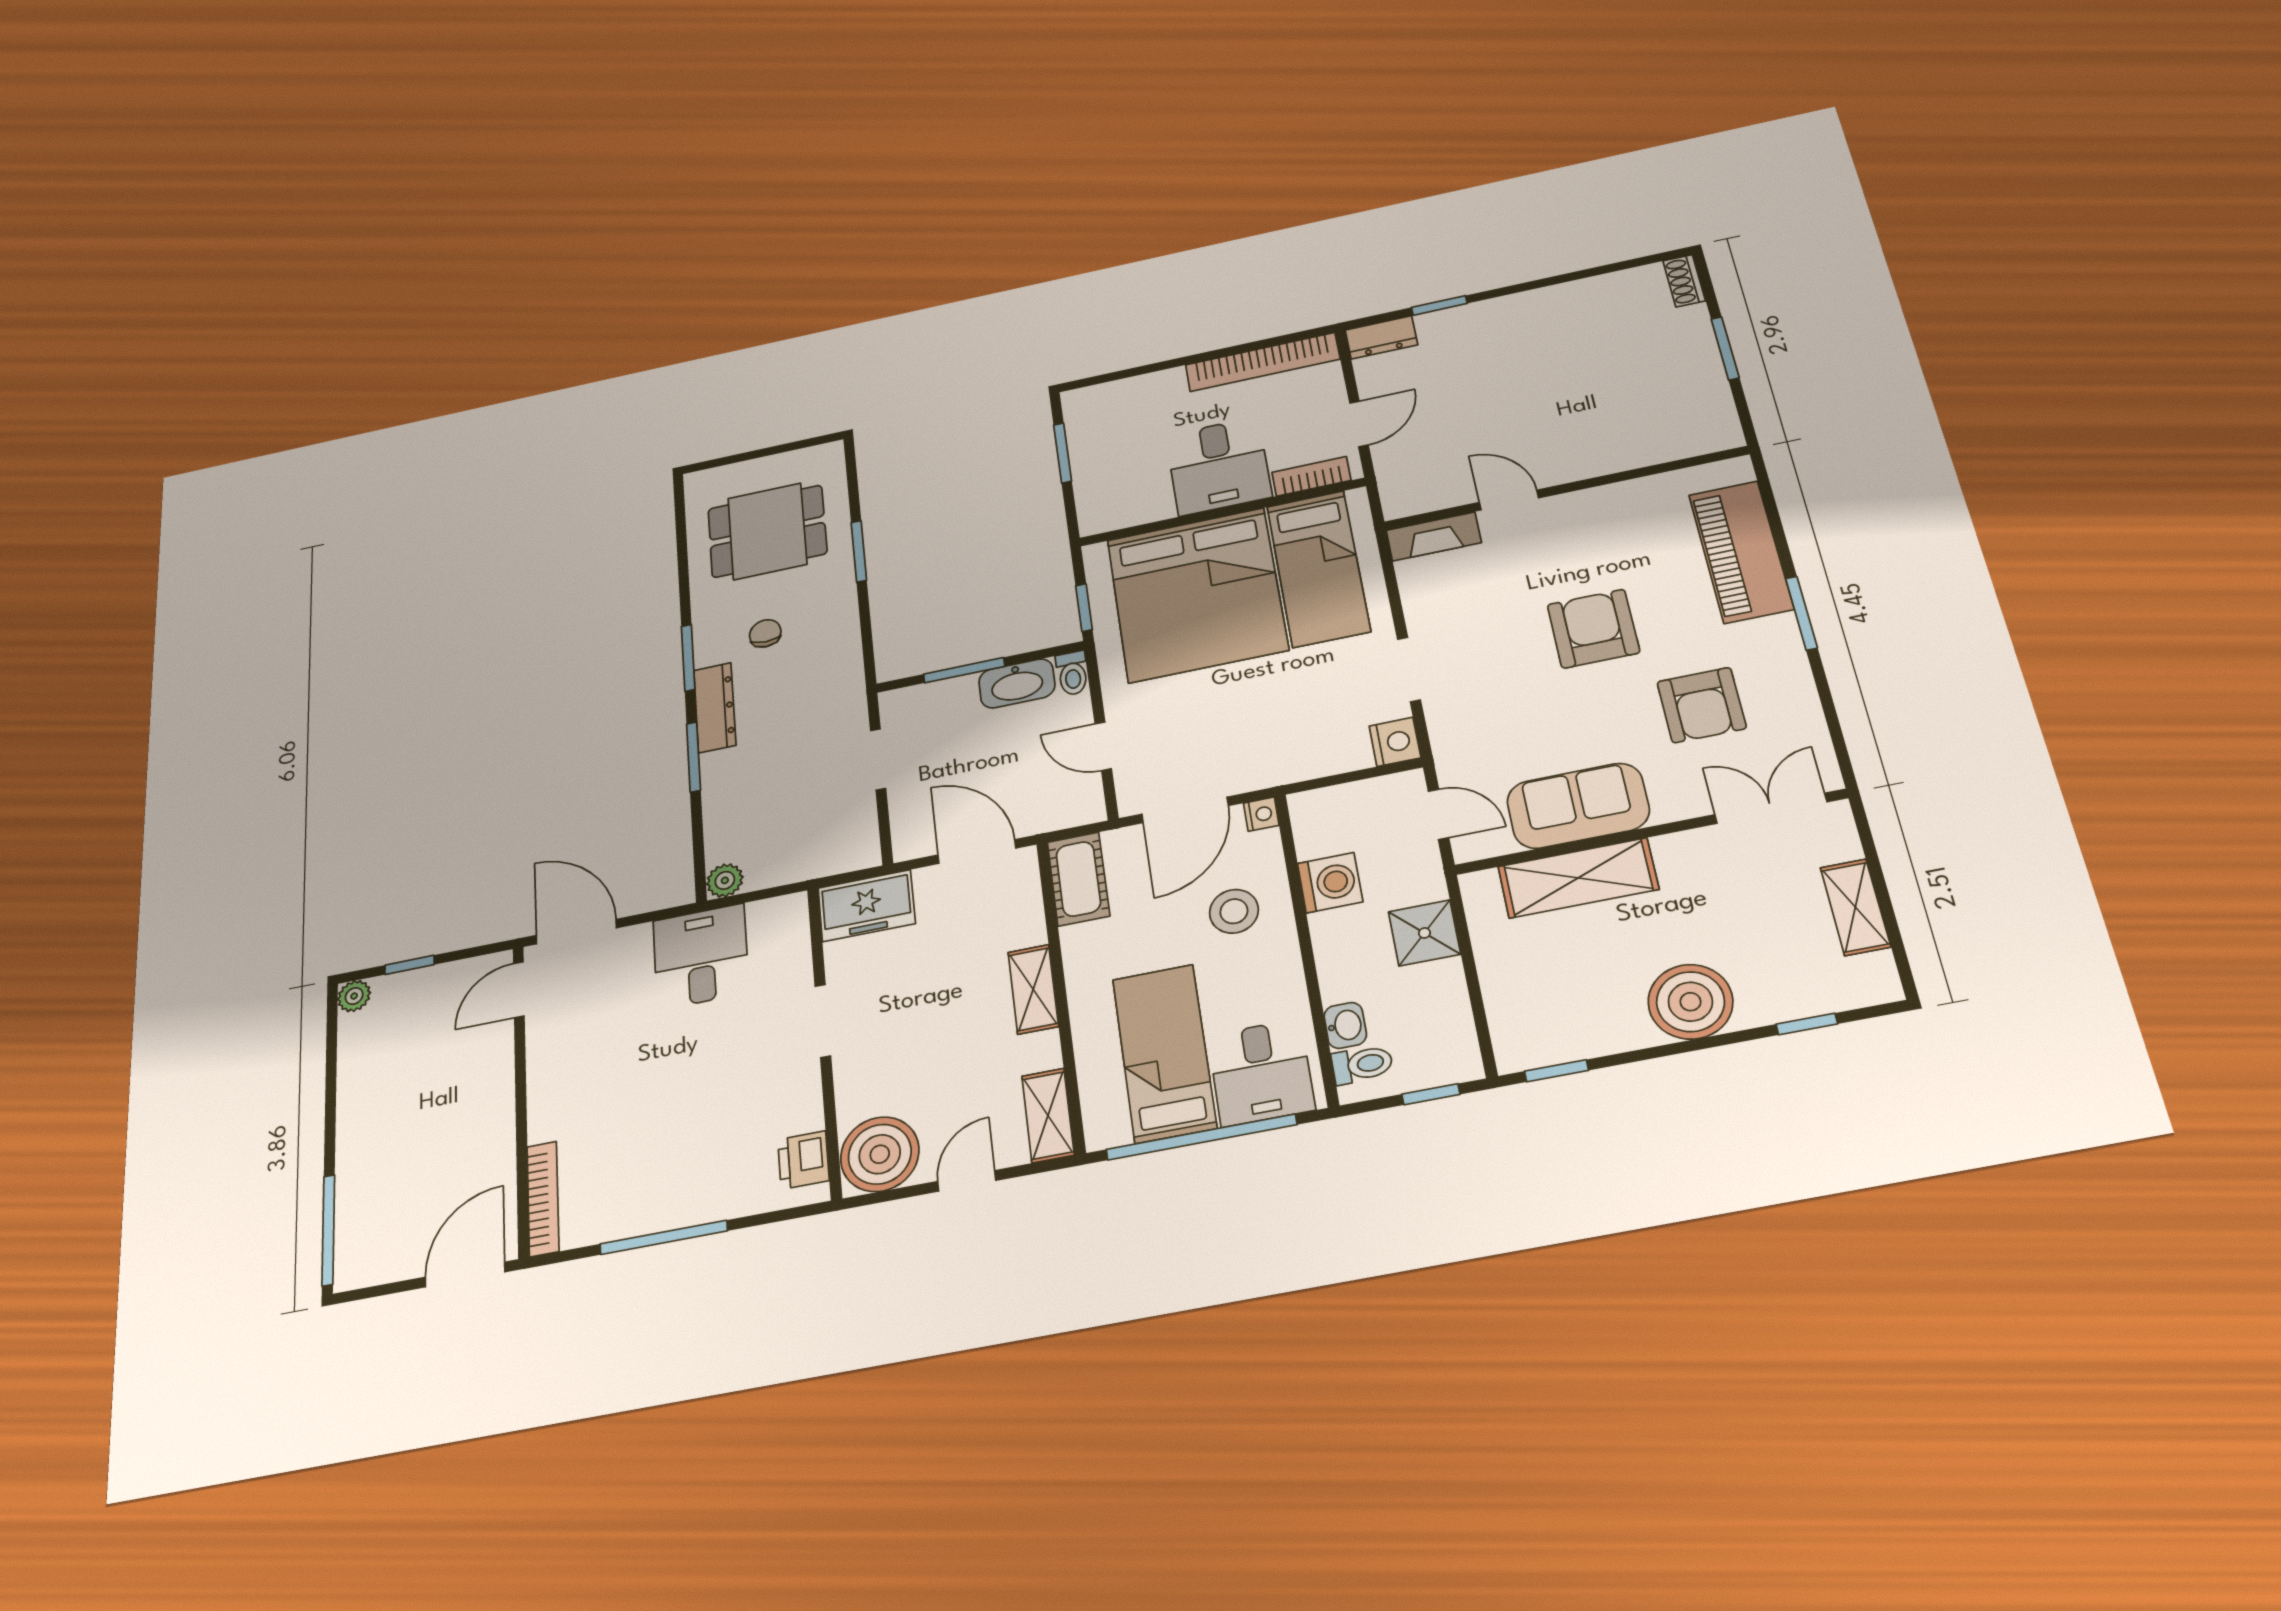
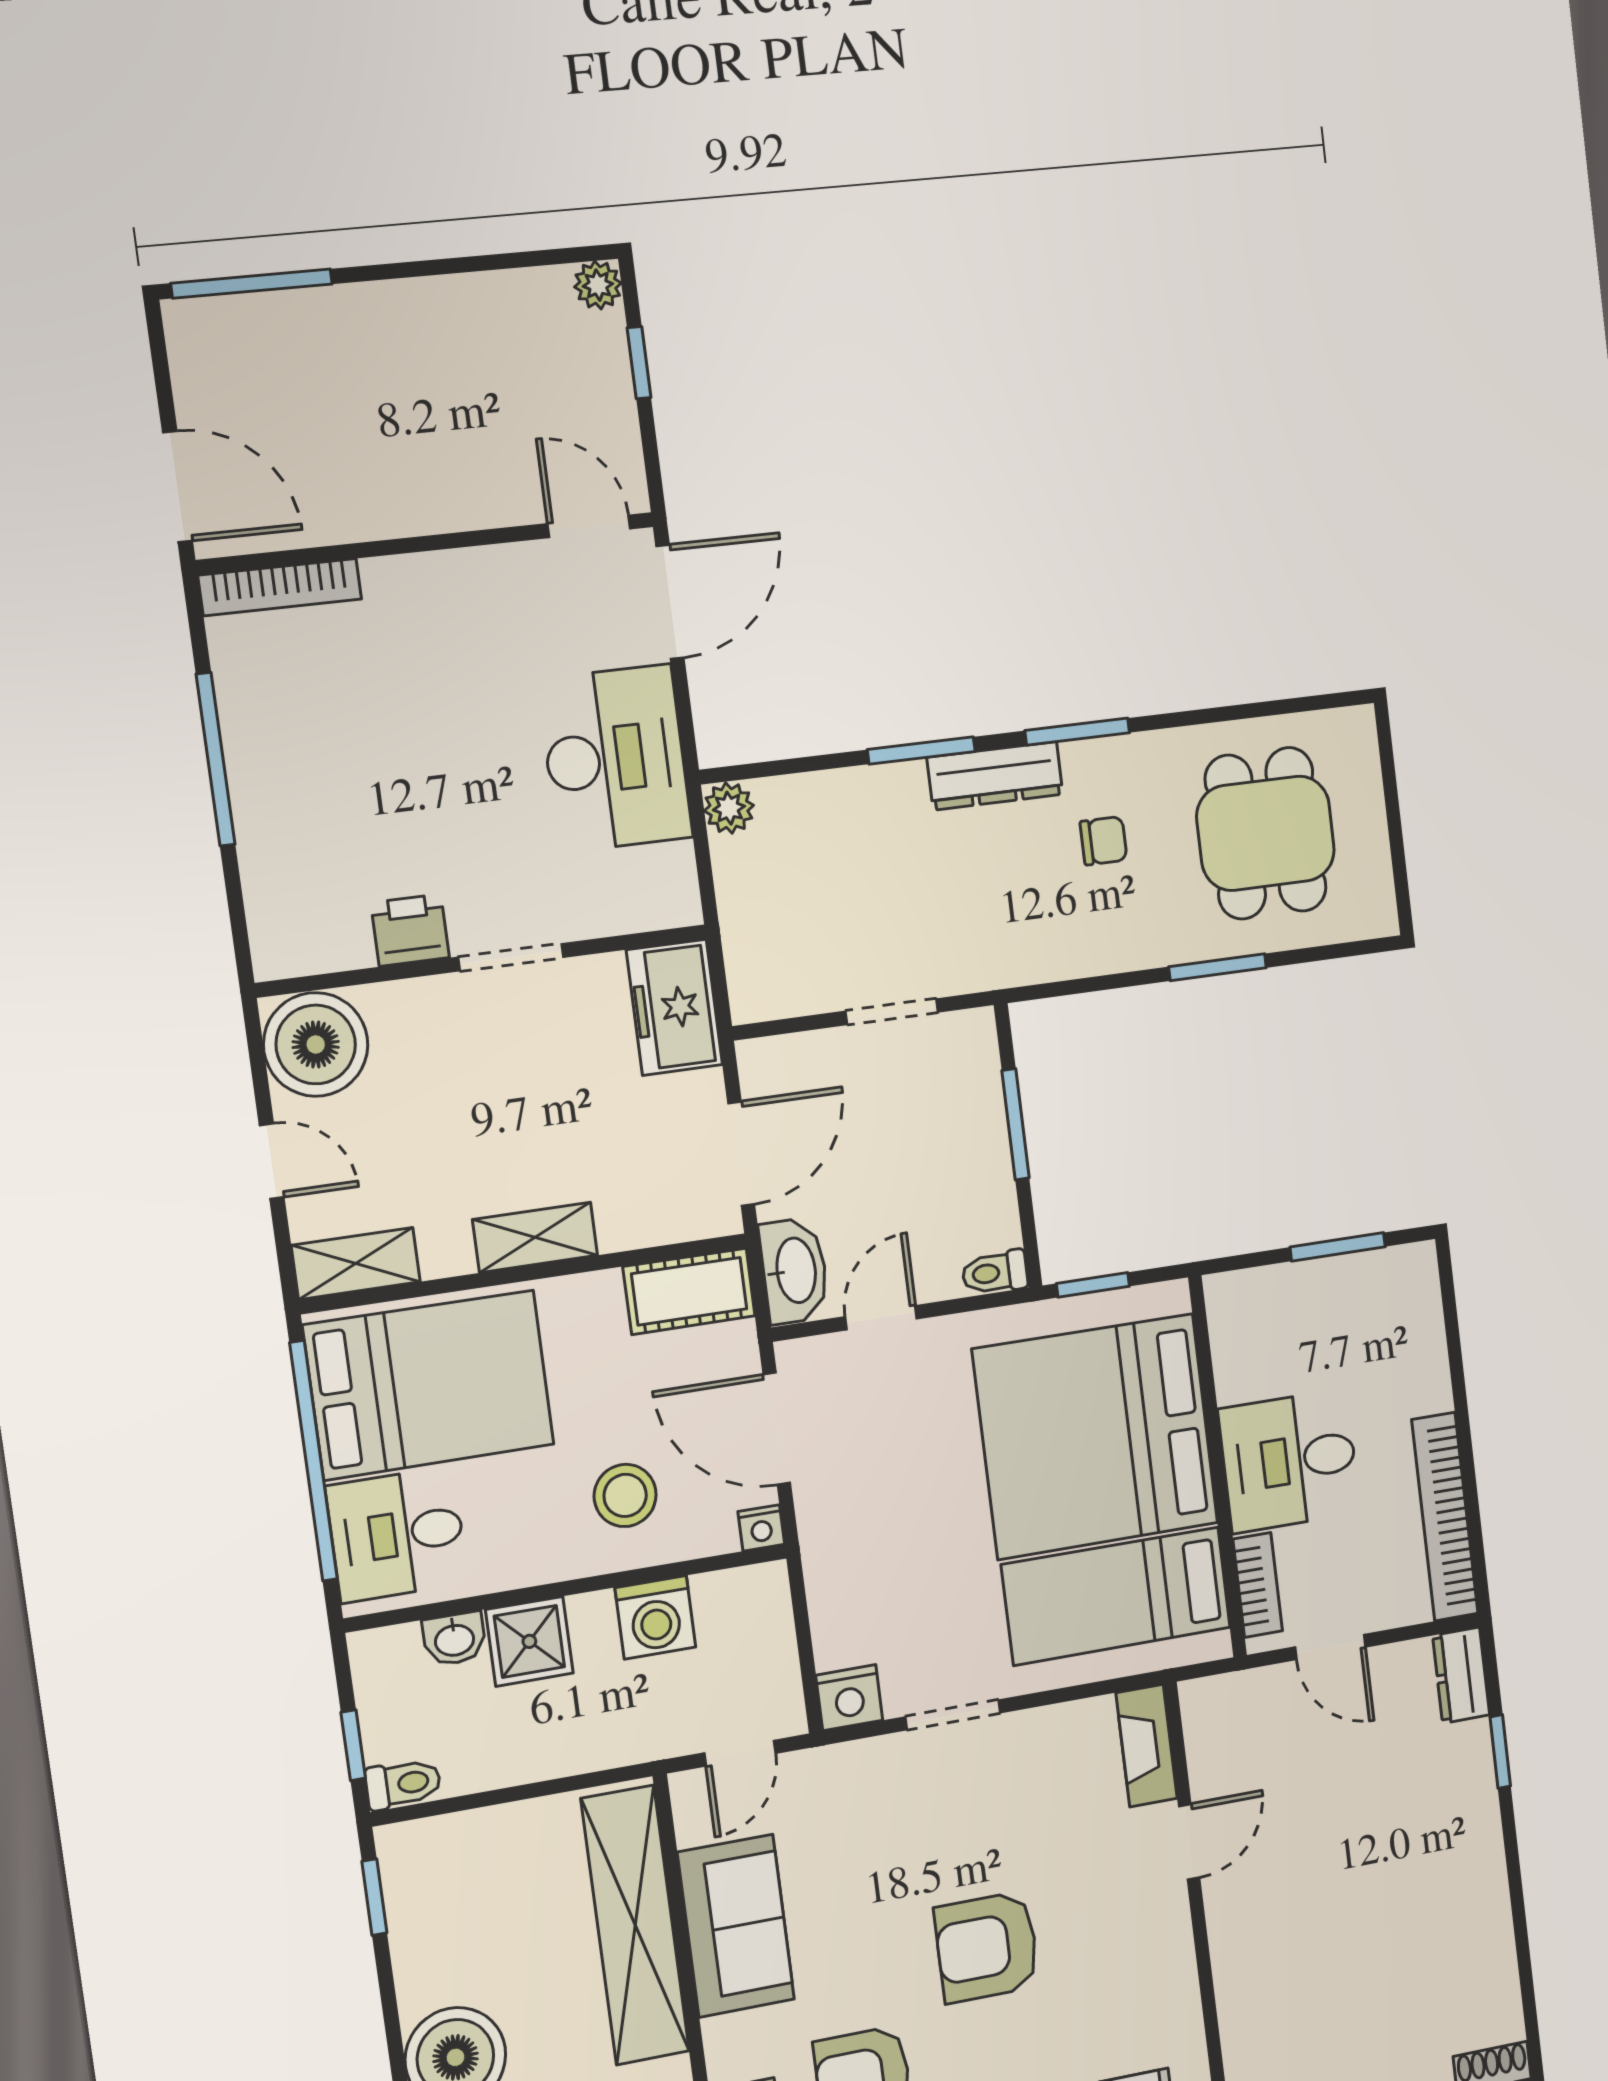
armchair: (1593, 629) -> (987, 1947), turned 180
washbasin: (1017, 683) -> (794, 1271), moved, turned 180
shelving: (1578, 878) -> (635, 1925), width x1.47
shower: (1424, 933) -> (529, 1641), moved
desk: (701, 956) -> (615, 758), width x1.37
bed: (1164, 1053) -> (429, 1385), width x1.50
toilet: (1362, 1064) -> (403, 1784), moved, turned -90
printer: (803, 1160) -> (410, 930), moved

